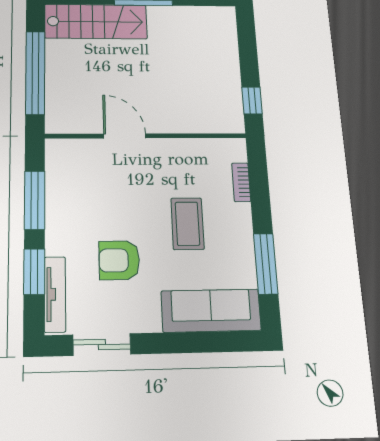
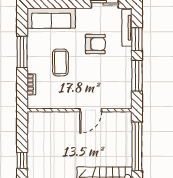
window: (252, 101) -> (22, 160), moved
door: (125, 136) -> (91, 110), hinge flipped
window: (266, 264) -> (22, 52), moved

